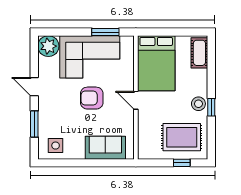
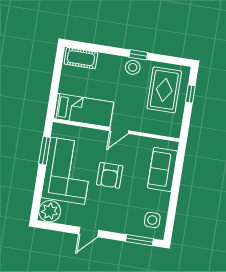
bed: (156, 63) -> (84, 110), width x0.67
window: (34, 124) -> (139, 240), moved

